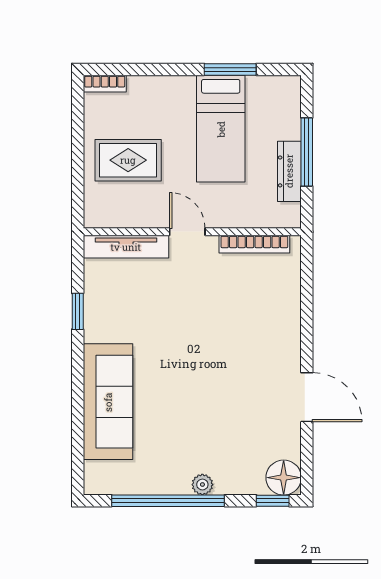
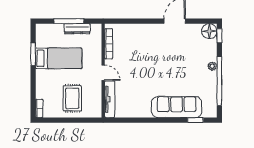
door: (187, 232) -> (103, 73), swing flipped
window: (78, 311) -> (195, 120), moved

